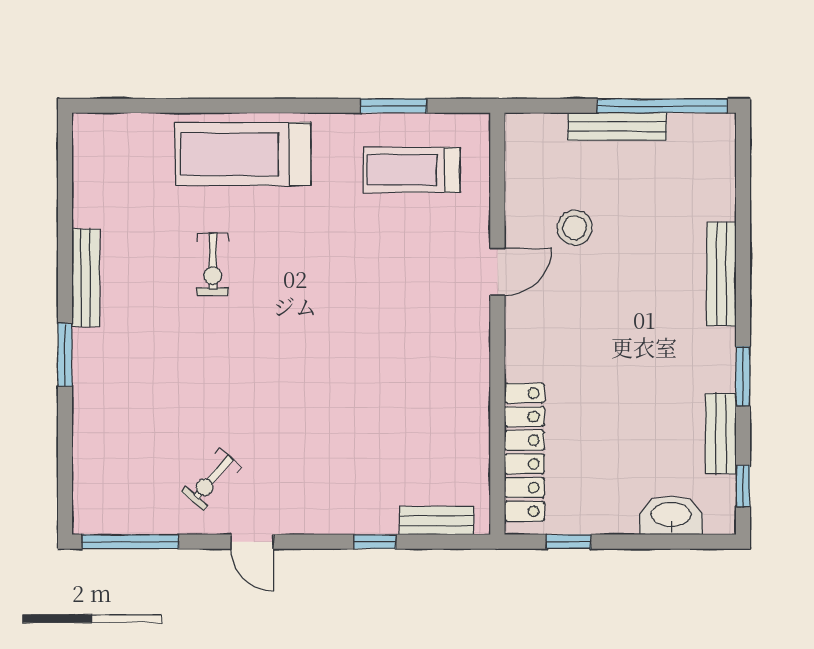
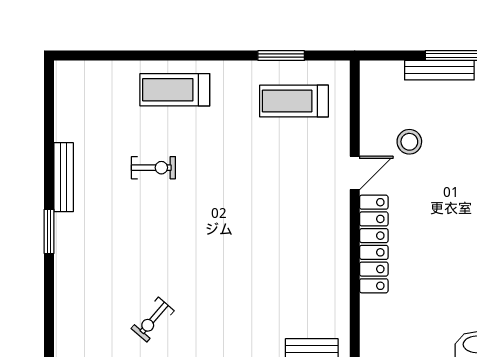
treadmill: (243, 154) -> (175, 90), width x0.73, depth x0.73
exercise bike: (213, 264) -> (153, 168), turned -90
locker: (524, 452) -> (374, 244), moved

